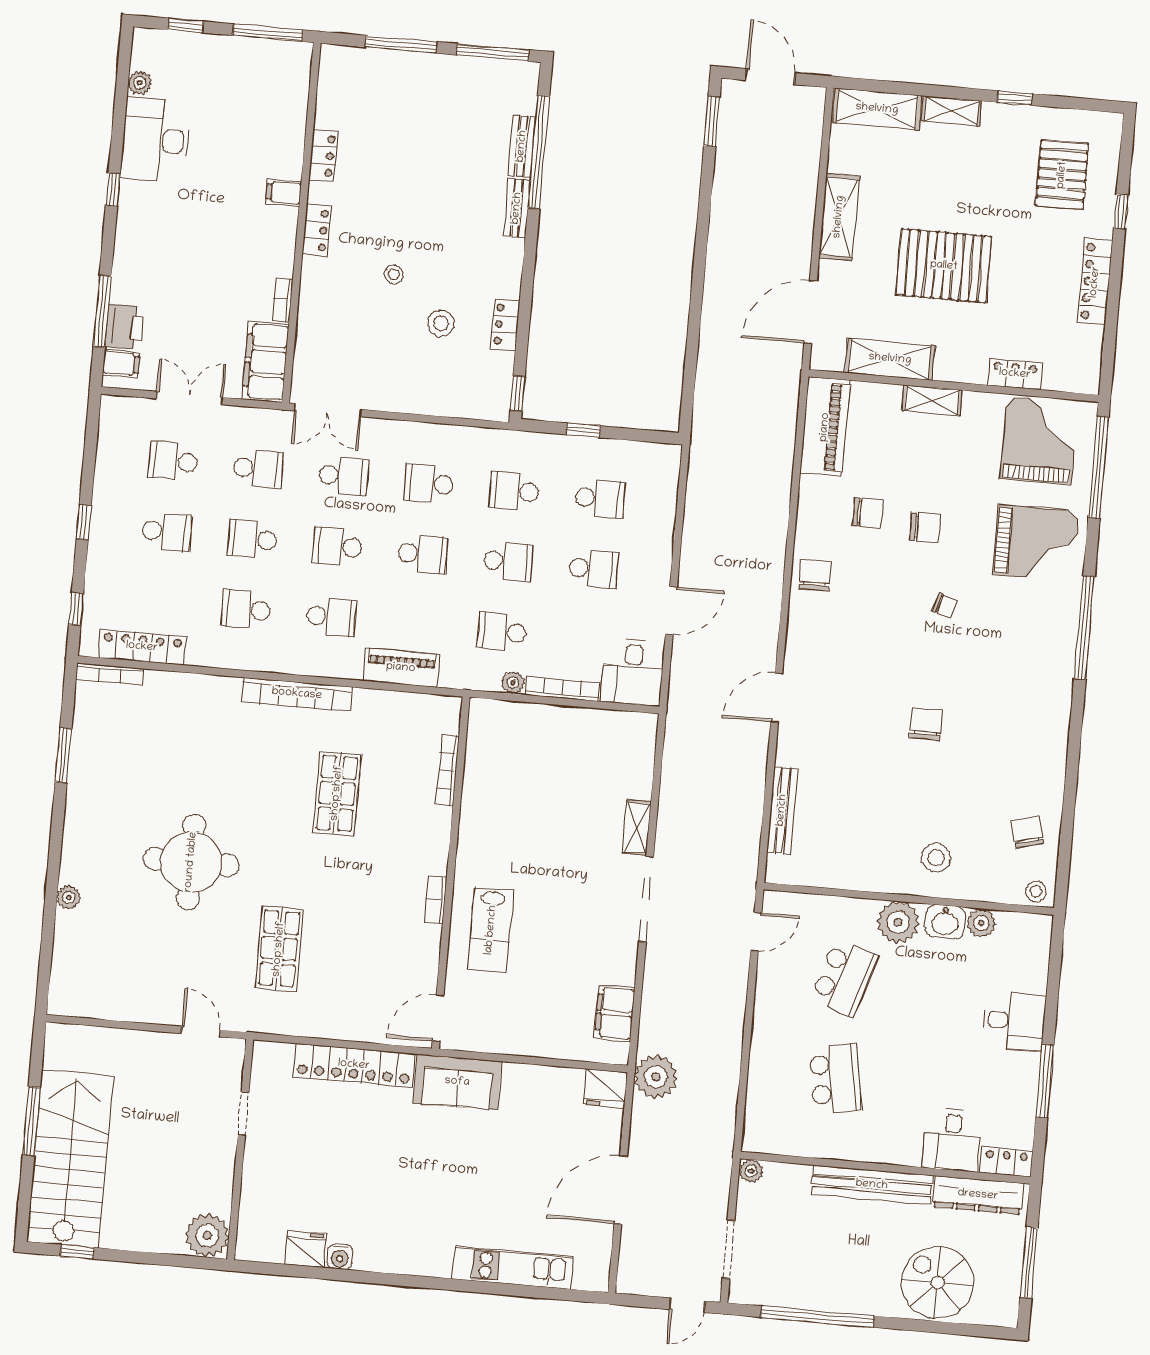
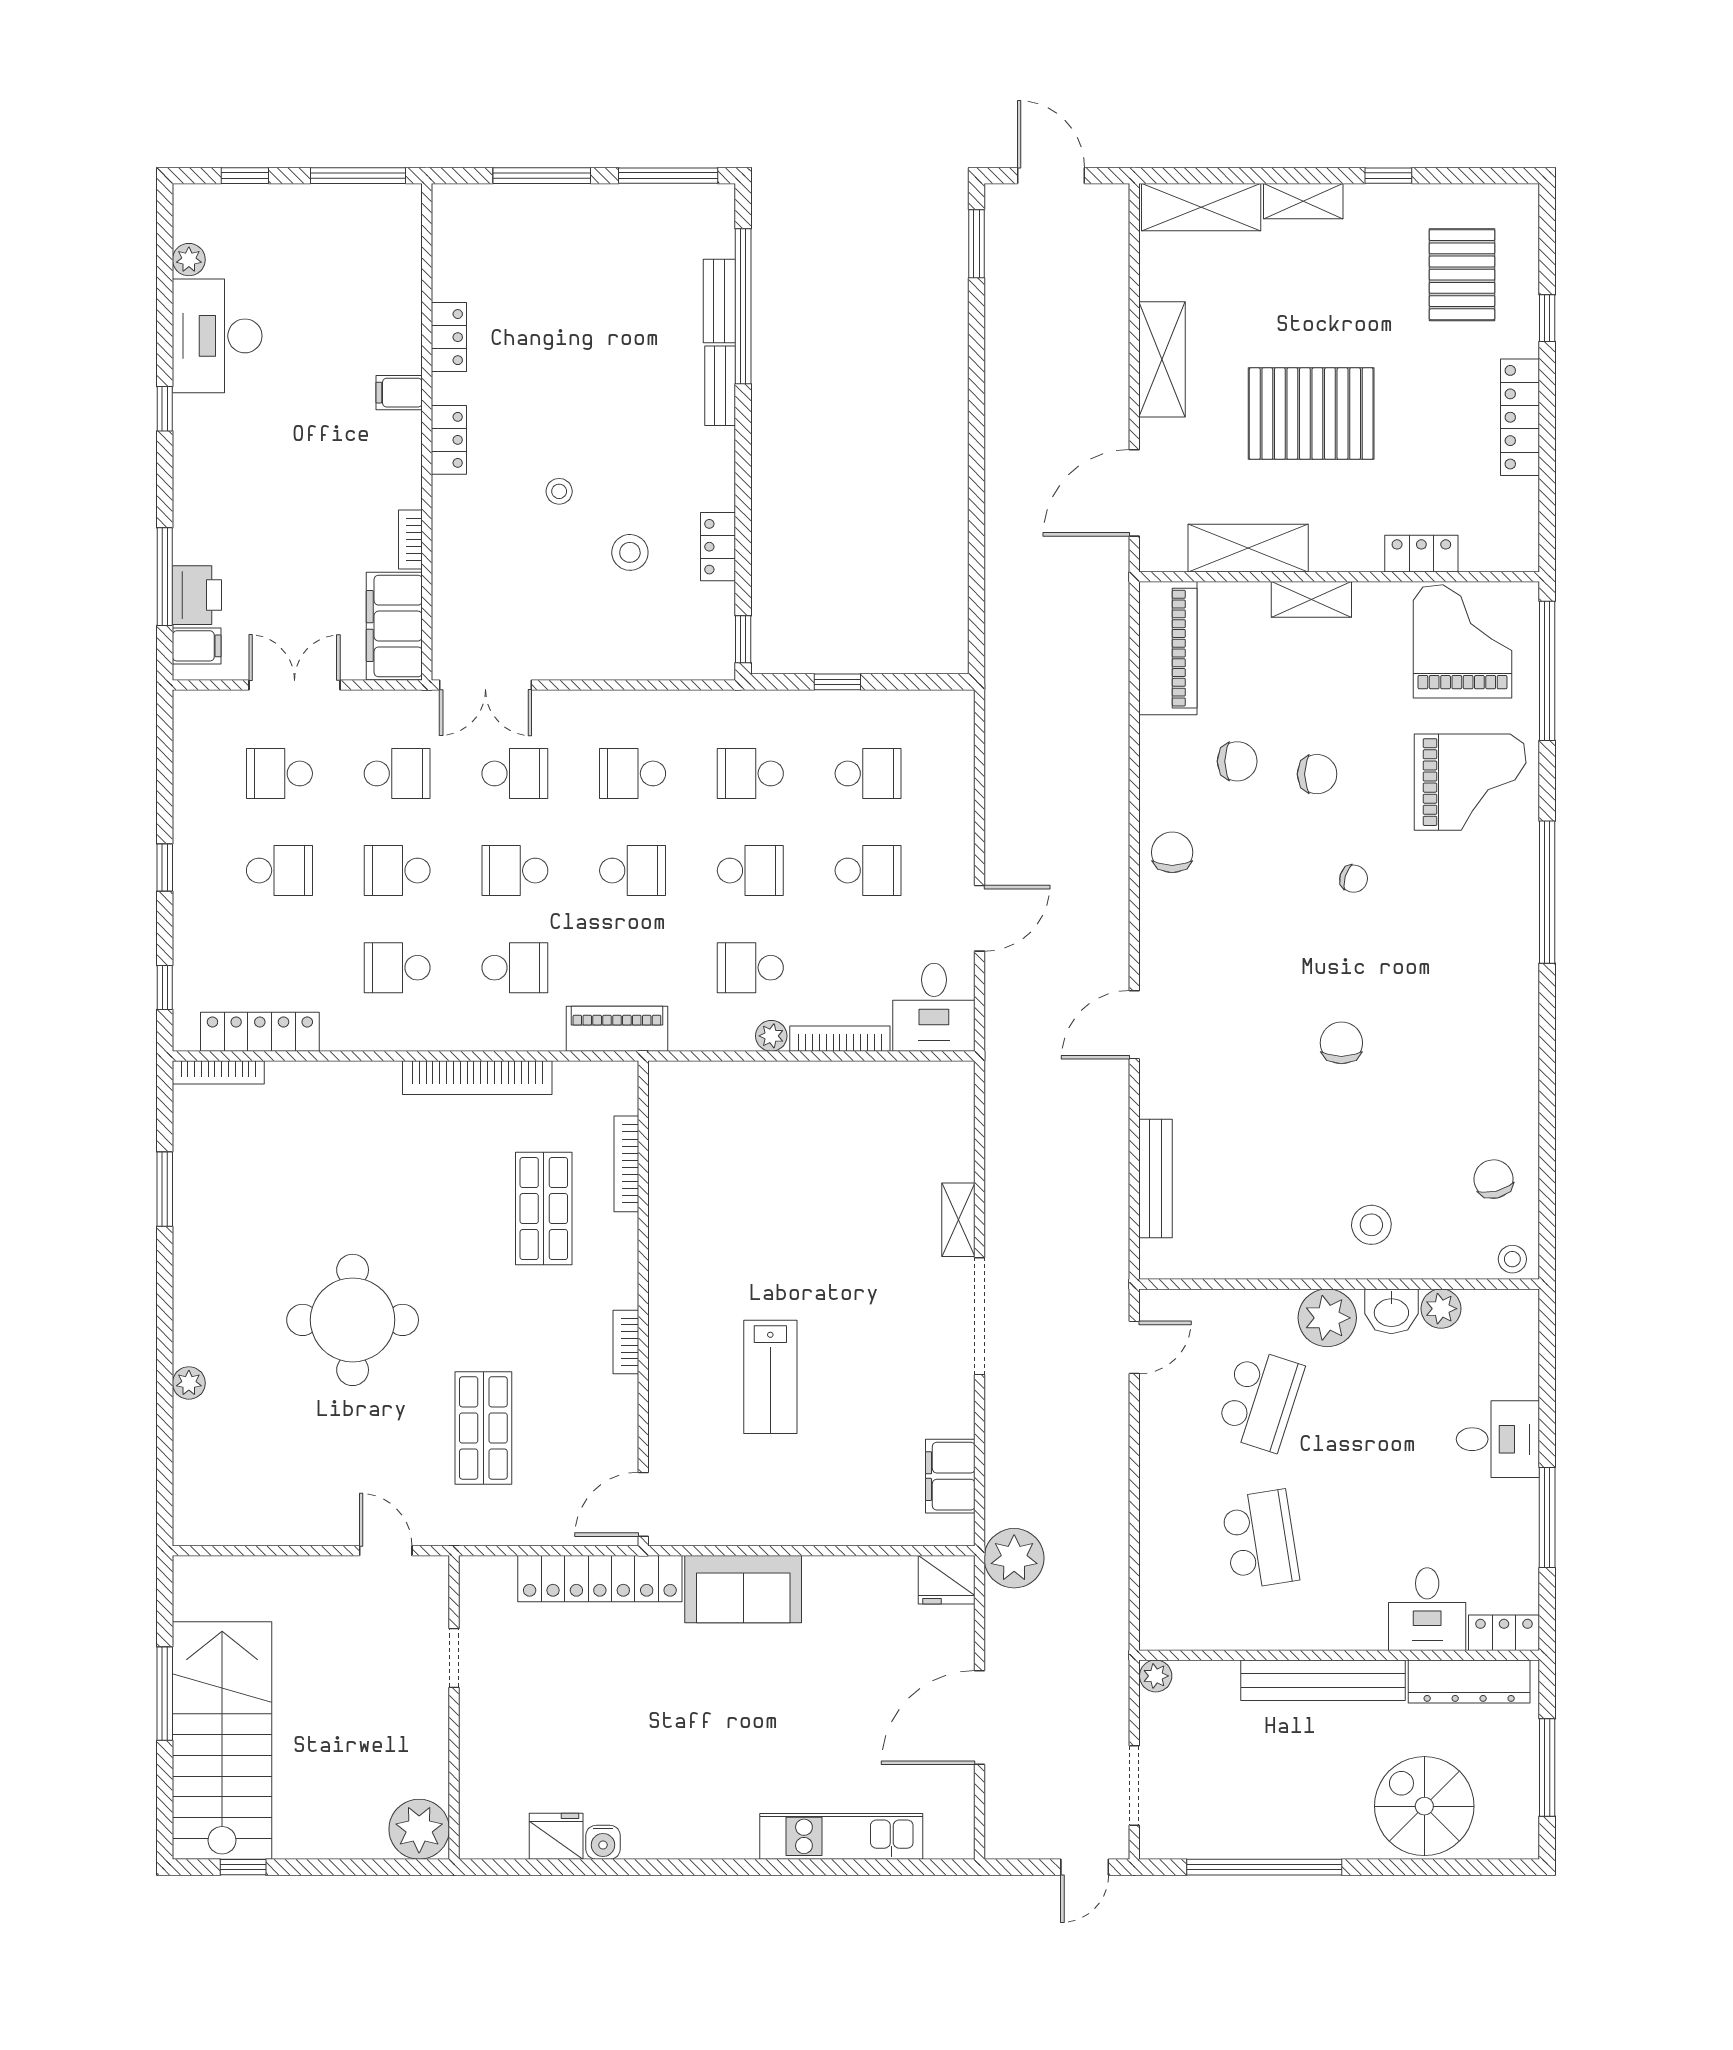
bookcase: (447, 770) -> (626, 1164), moved
wall: (451, 873) -> (643, 1303), moved
bookcase: (436, 900) -> (626, 1342), moved
door: (438, 1018) -> (643, 1504), moved

